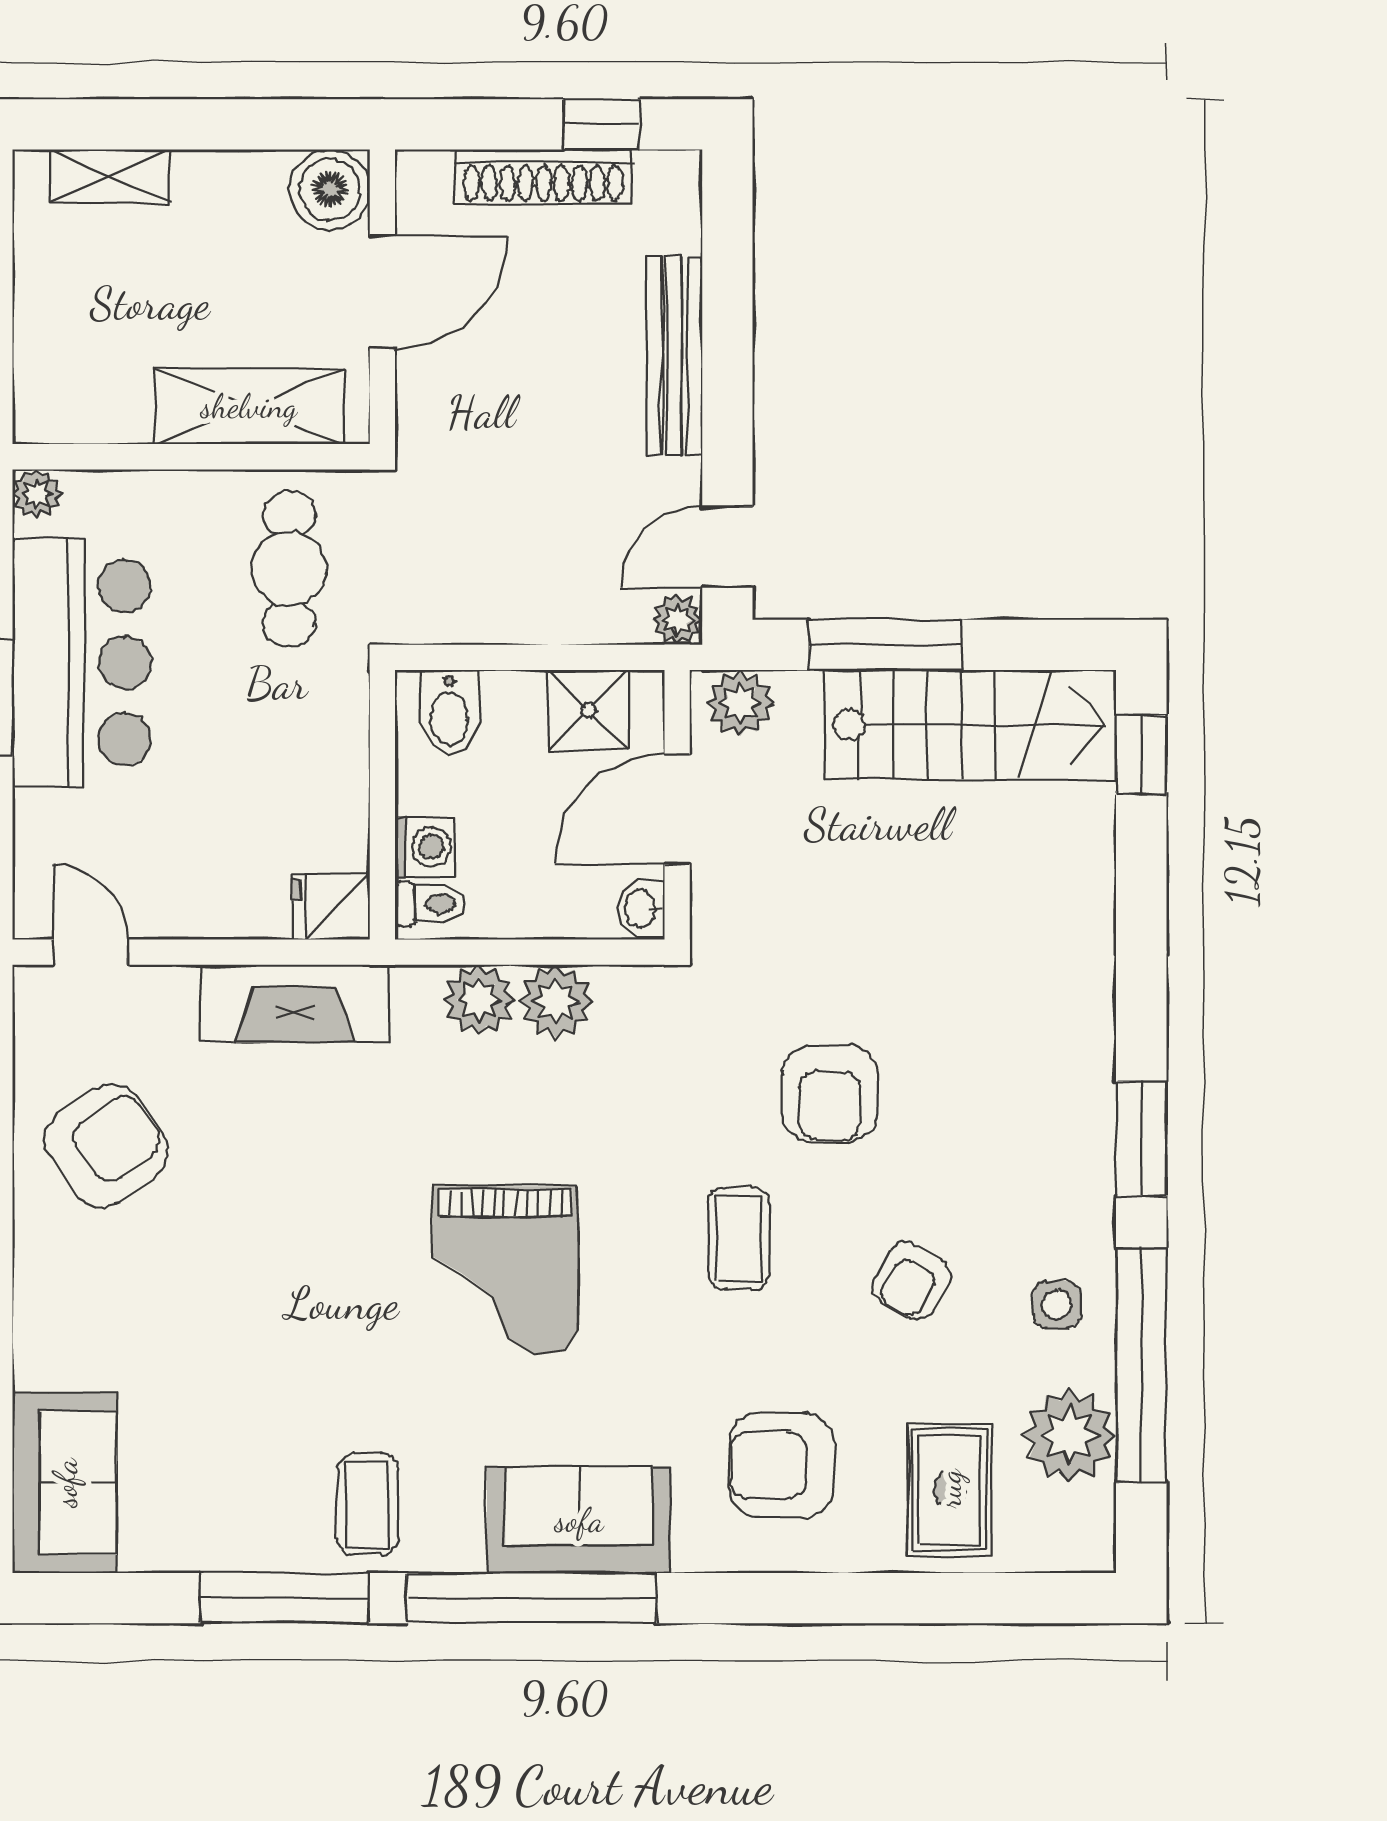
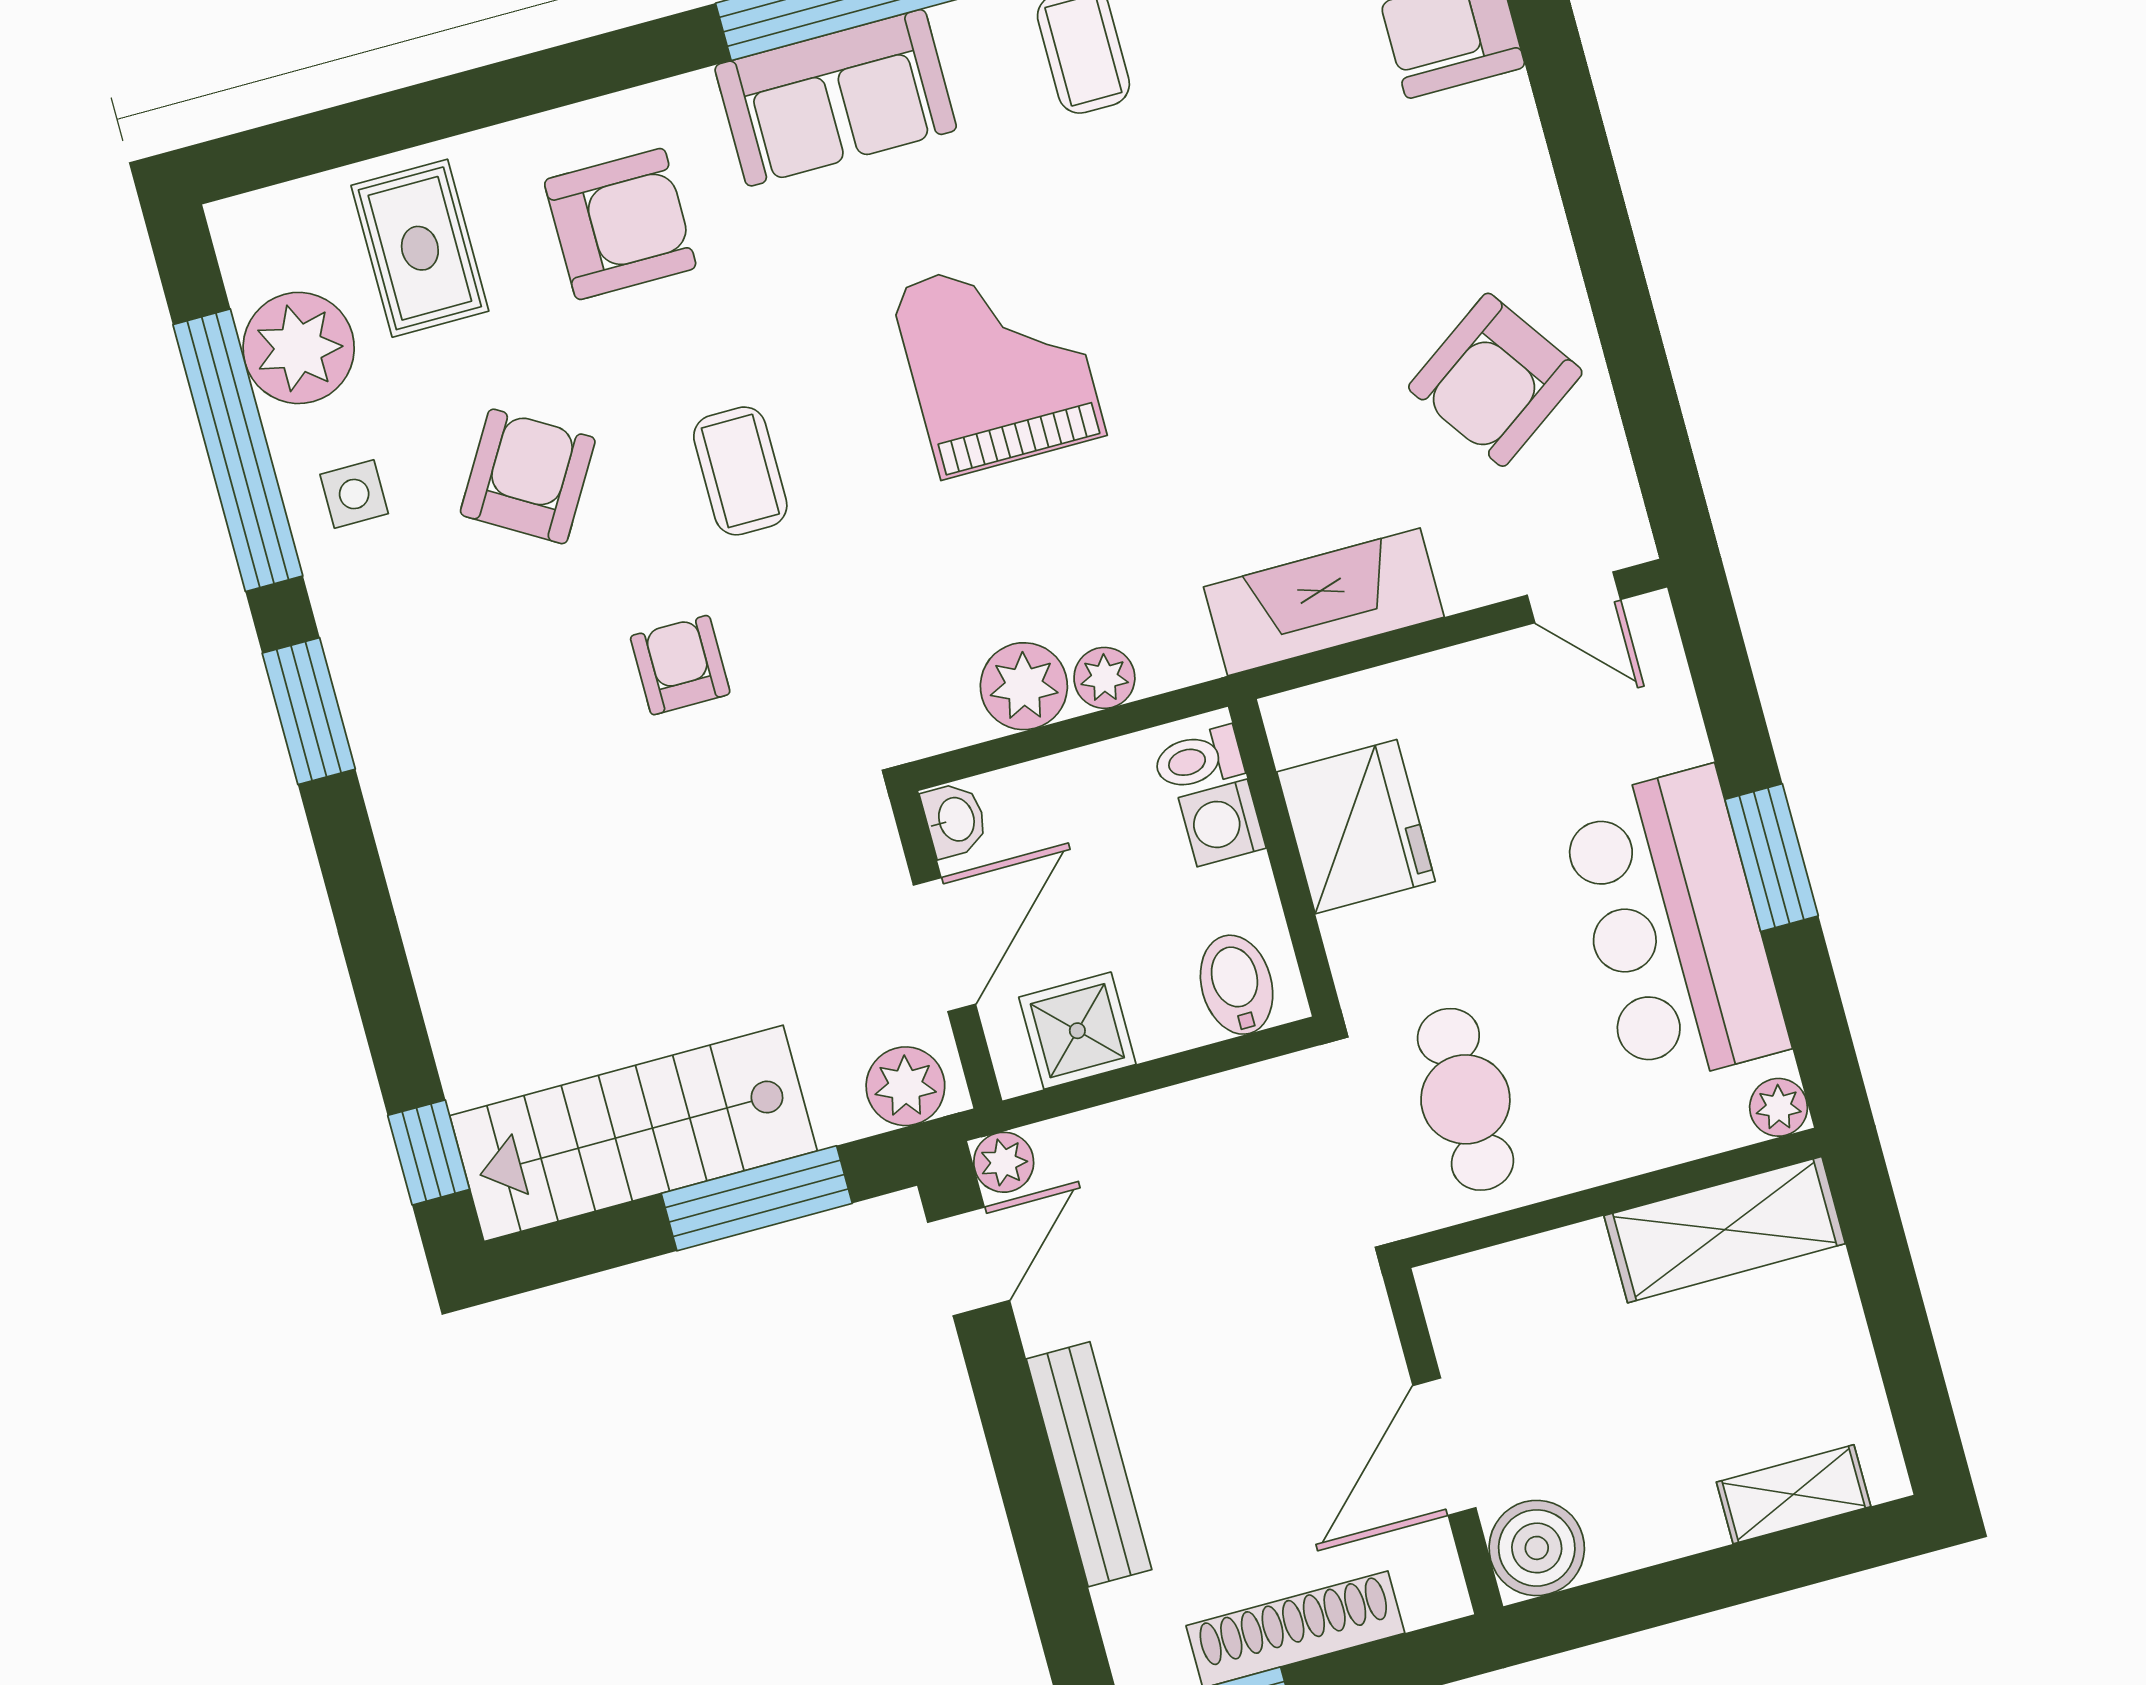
shelving: (249, 406) -> (1725, 1230), moved
fridge: (331, 907) -> (1356, 827), moved, width x1.88, depth x1.34
plant: (479, 1000) -> (1104, 678), width x0.73, depth x0.73
armchair: (830, 1094) -> (680, 665), width x0.72, depth x0.72
armchair: (912, 1281) -> (528, 476), width x1.38, depth x1.38

